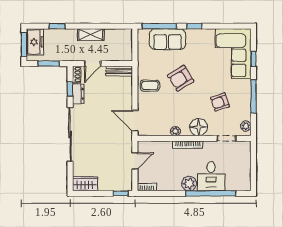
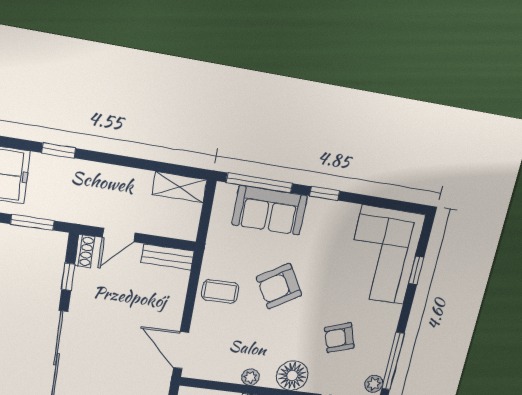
shelving: (91, 35) -> (180, 187), moved
dresser: (78, 94) -> (83, 288), removed
window: (253, 96) -> (393, 361), moved

